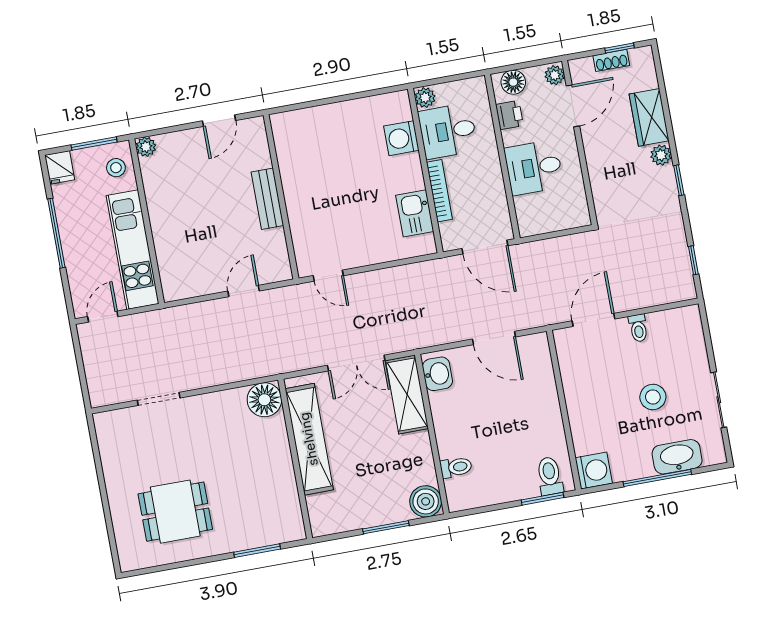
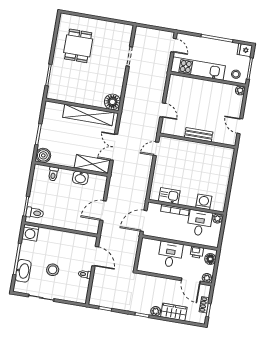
washbasin: (437, 374) -> (80, 178), moved

